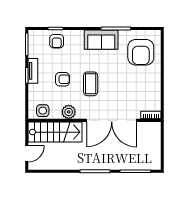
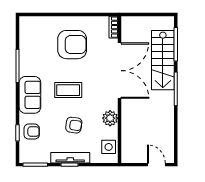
sofa: (101, 40) -> (30, 95), moved
armchair: (141, 52) -> (72, 45), moved
tv unit: (33, 71) -> (70, 158), width x1.41
armchair: (62, 79) -> (74, 125), turned 98
coffee table: (91, 84) -> (68, 90), moved
stairs: (55, 132) -> (163, 60), moved, turned 180

